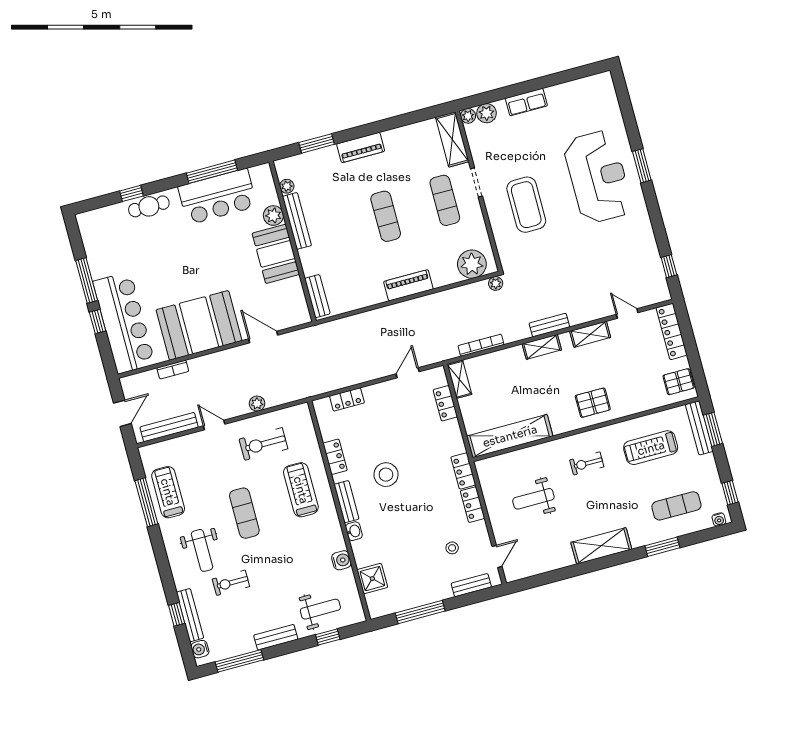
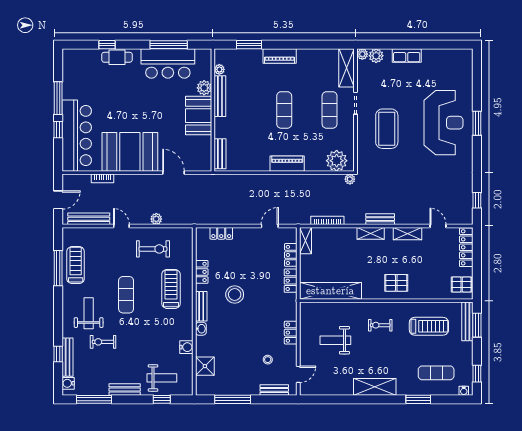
exercise bike: (263, 444) -> (153, 249), turned 180
treadmill: (651, 448) -> (429, 326), turned 180
locker: (463, 471) -> (291, 281), moved
weight bench: (202, 550) -> (89, 313), turned 180

